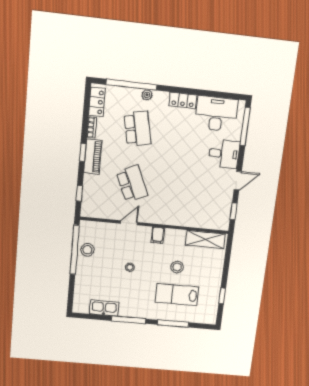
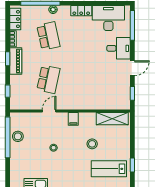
school desk: (132, 184) -> (48, 79), turned 36
lab bench: (177, 295) -> (109, 169), moved

